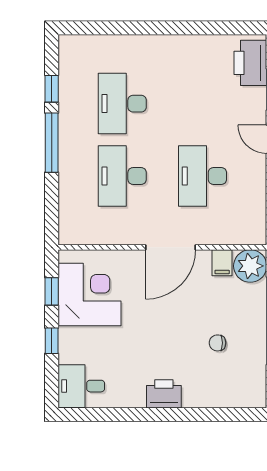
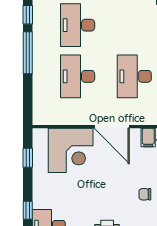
door: (170, 247) -> (112, 127), hinge flipped
corner desk: (89, 294) -> (71, 150), moved, turned 90
window: (52, 341) -> (28, 210), moved

